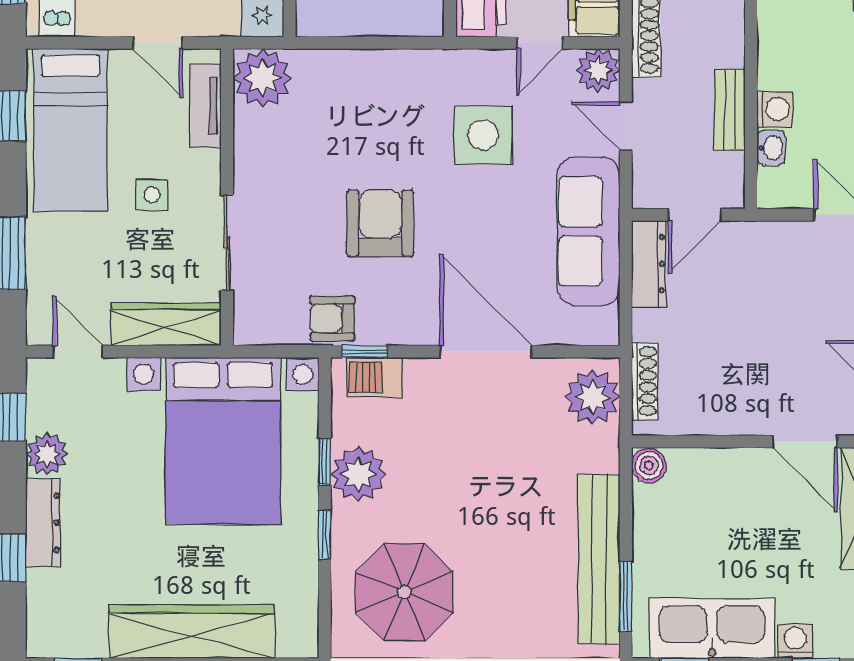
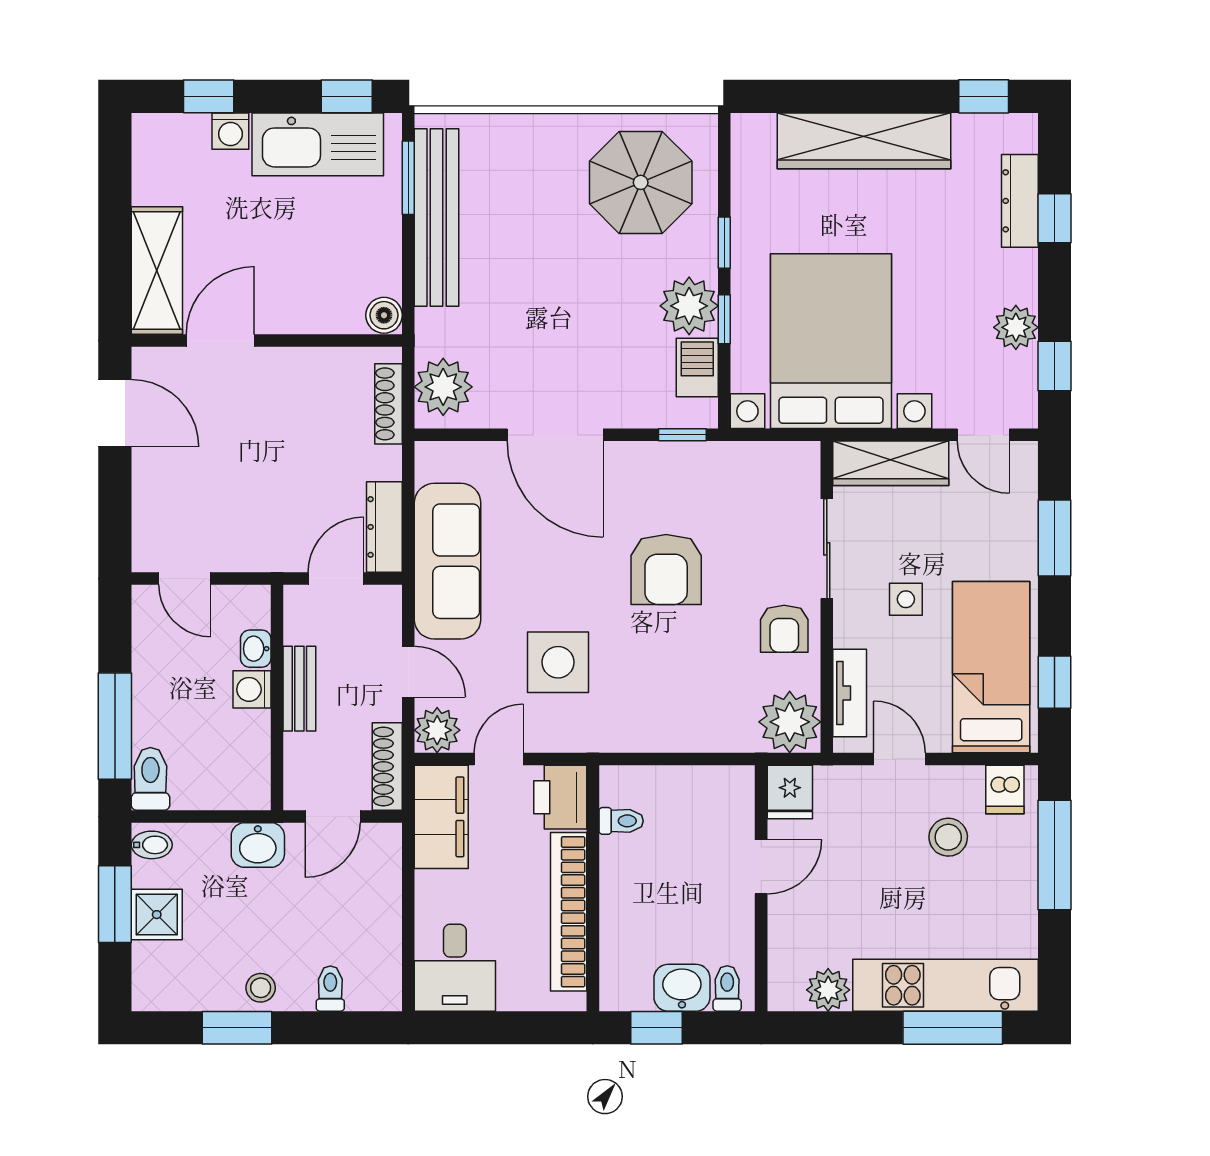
armchair: (332, 318) -> (784, 629), moved, turned 90
barbecue: (374, 377) -> (697, 368), moved, turned -90
door: (805, 442) -> (220, 340), hinge flipped
dresser: (43, 523) -> (1020, 201), moved

